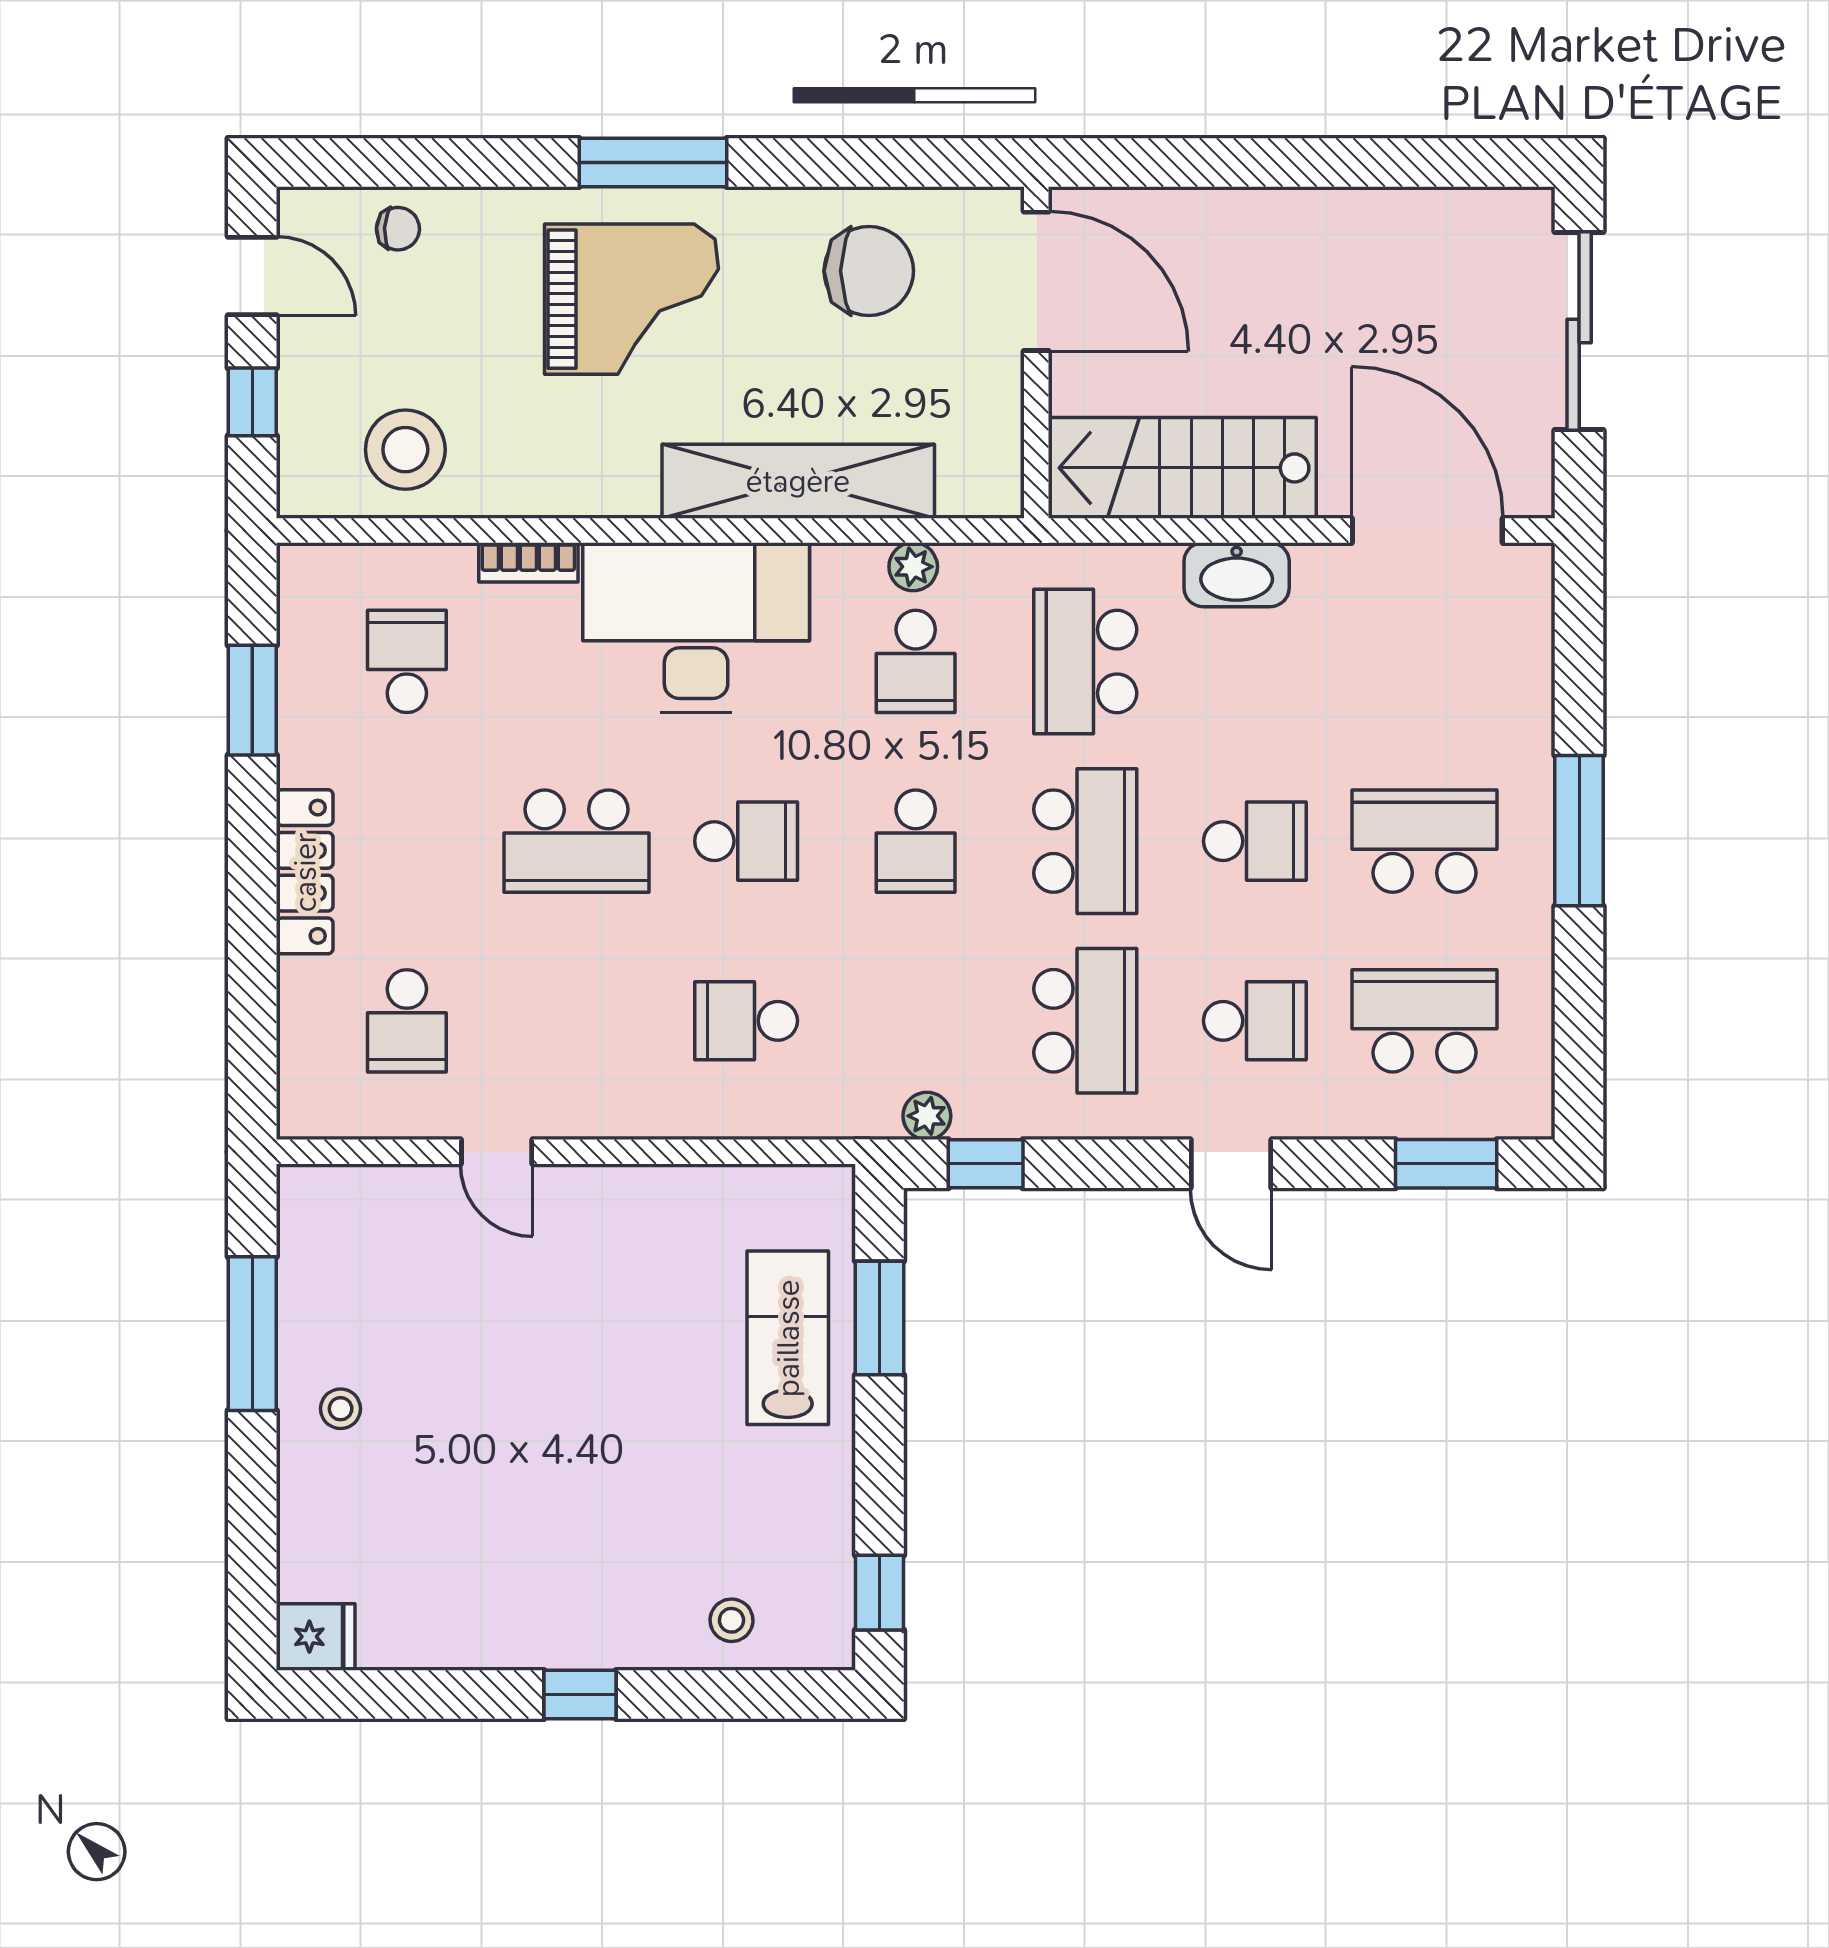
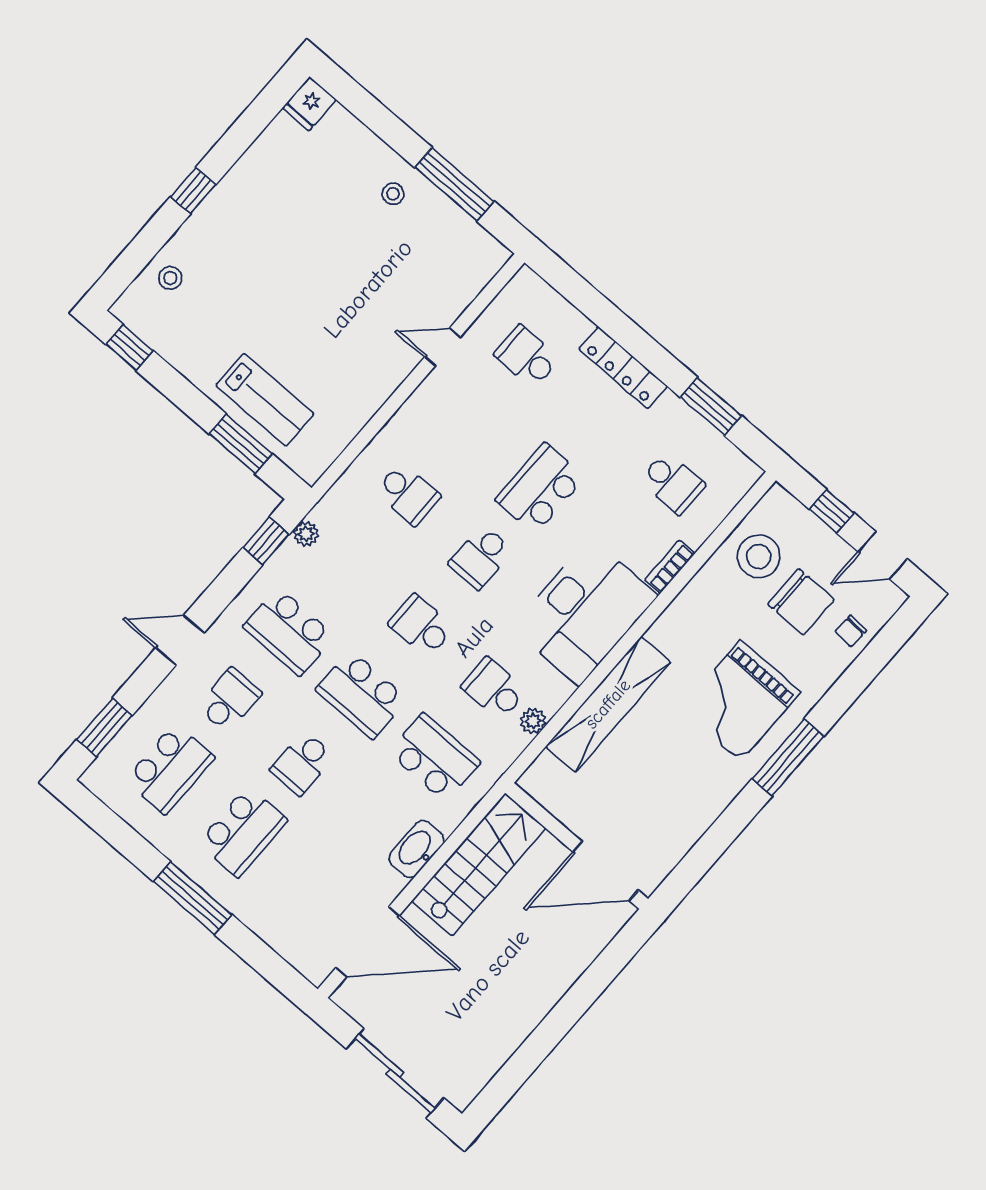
chair: (869, 271) -> (801, 602), moved, turned -90
school desk: (746, 1021) -> (408, 494), turned 90
school desk: (1255, 1021) -> (229, 700), turned 180

